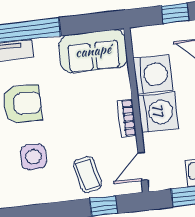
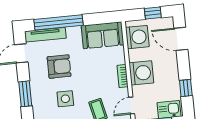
washing machine: (153, 74) -> (137, 37), moved

